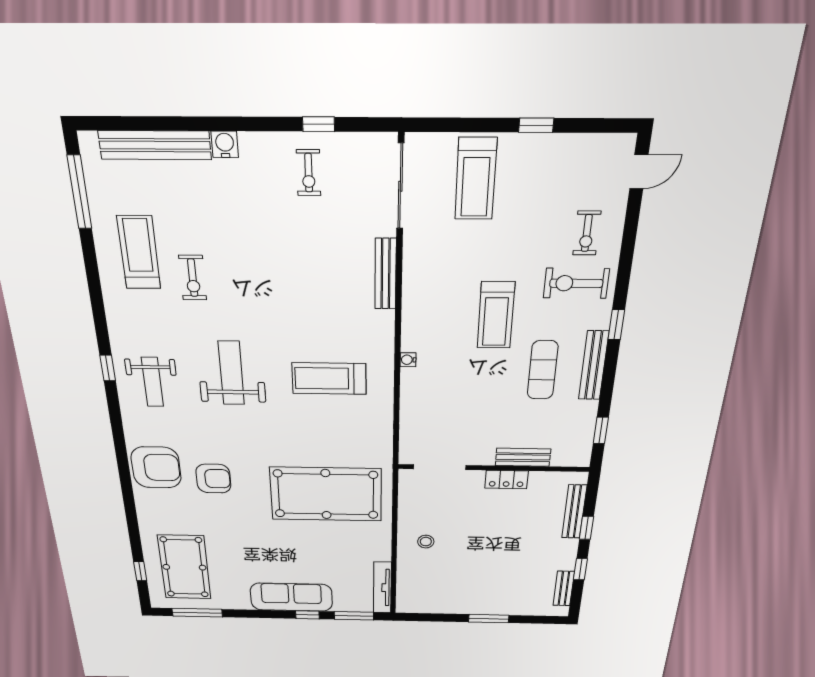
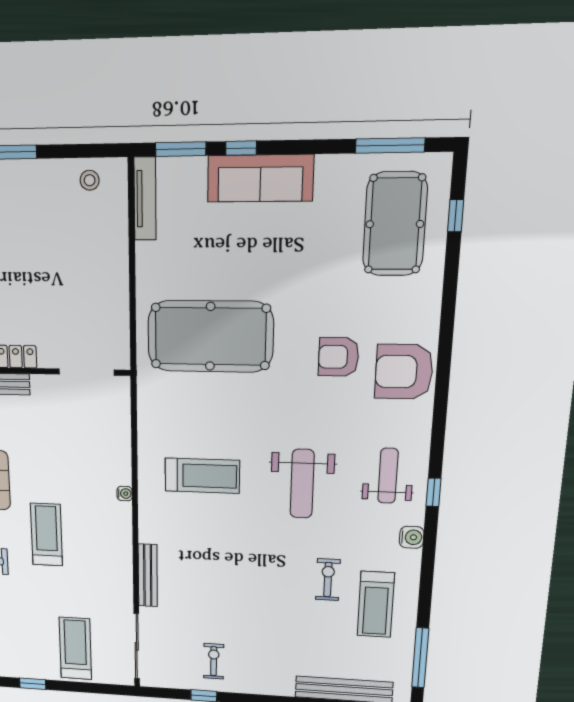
water cooler: (225, 144) -> (412, 537), moved, turned -90
stool: (426, 542) -> (90, 180), moved

